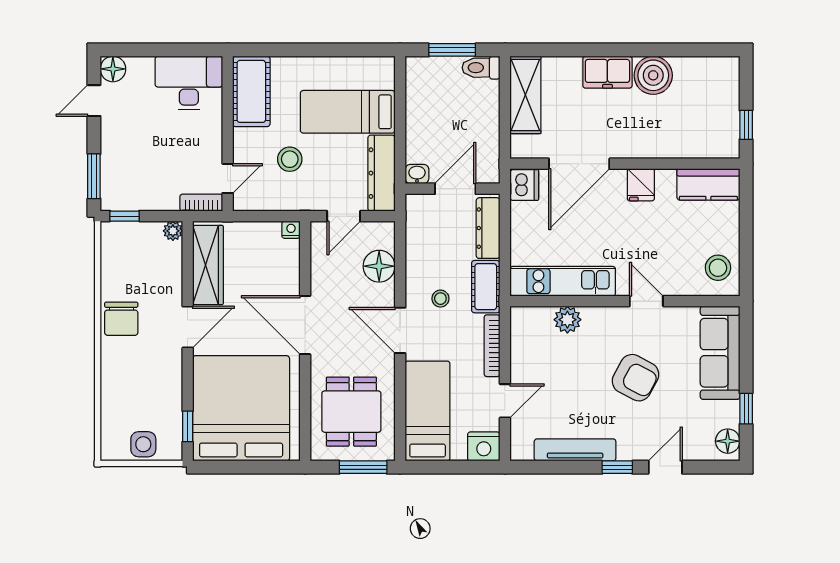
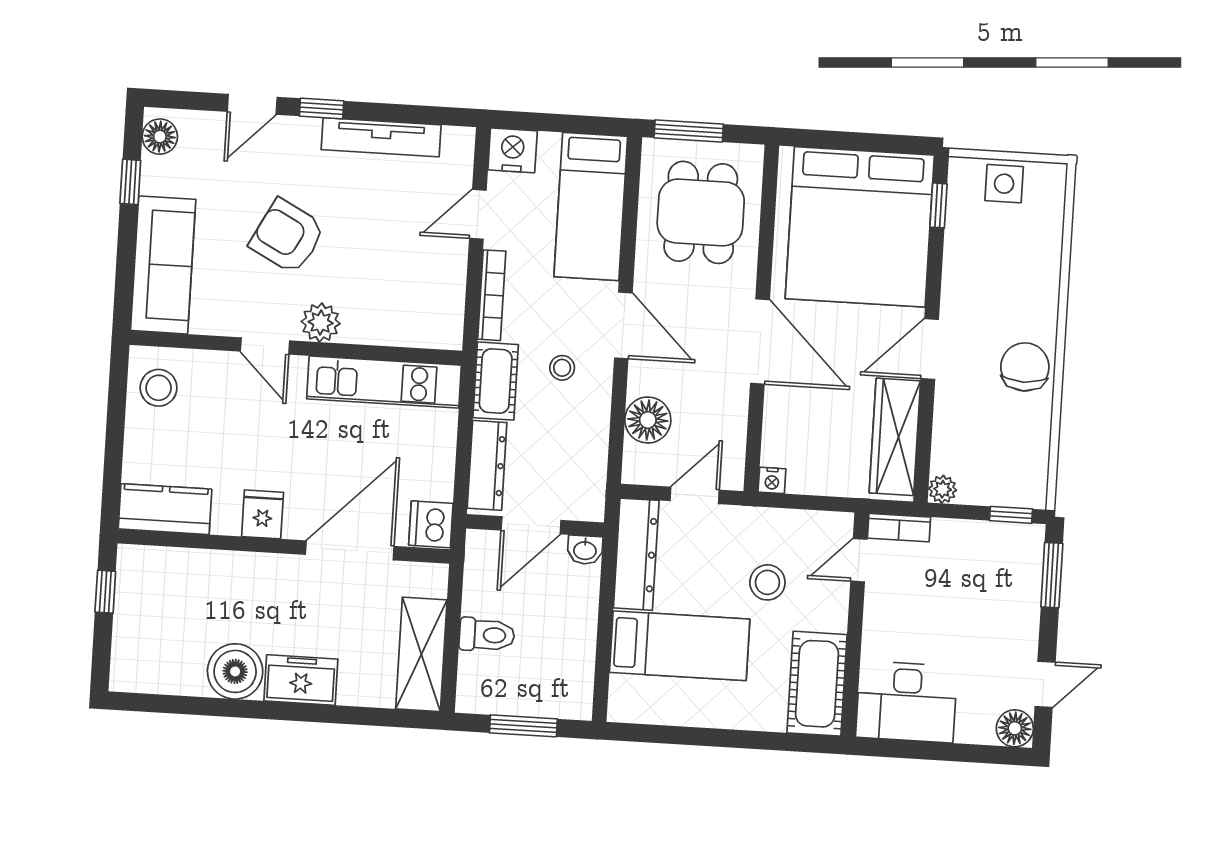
toilet: (481, 68) -> (487, 635), moved
plant: (567, 320) -> (321, 323), moved

